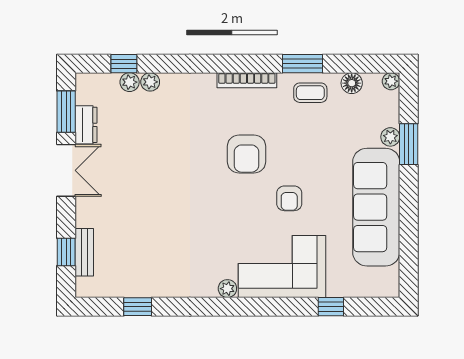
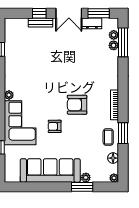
window: (124, 64) -> (123, 42), width x2.17
plant: (150, 82) -> (114, 35), moved
window: (66, 252) -> (39, 13), moved
bench: (84, 252) -> (40, 22), moved

